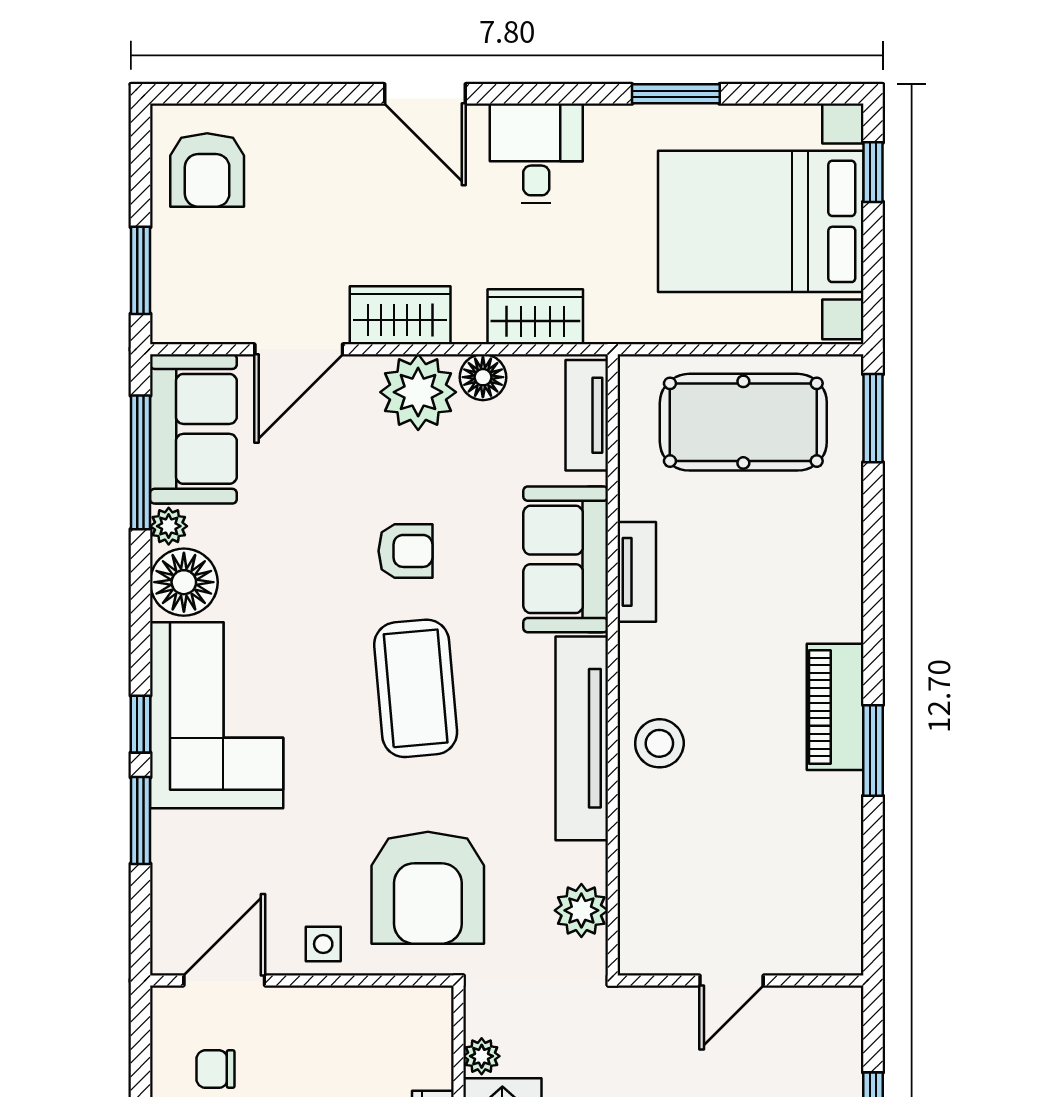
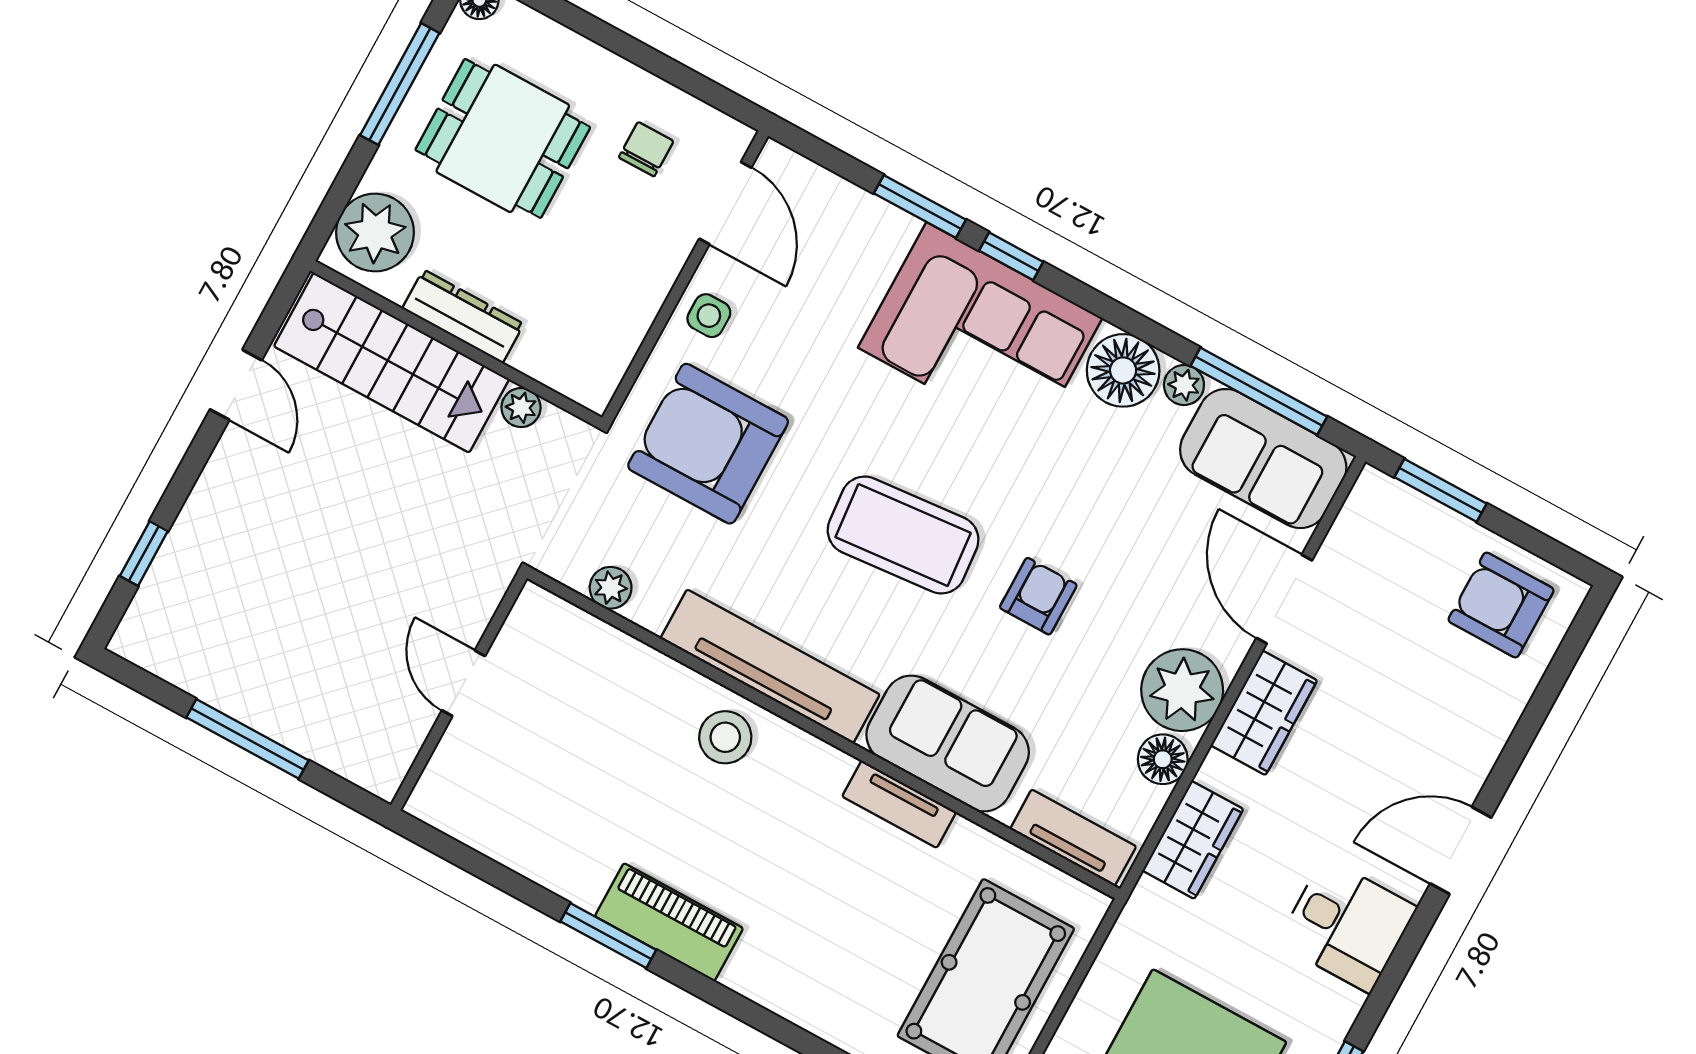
armchair: (405, 551) -> (1038, 596), turned 180
plant: (581, 910) -> (611, 588), width x0.73, depth x0.73

